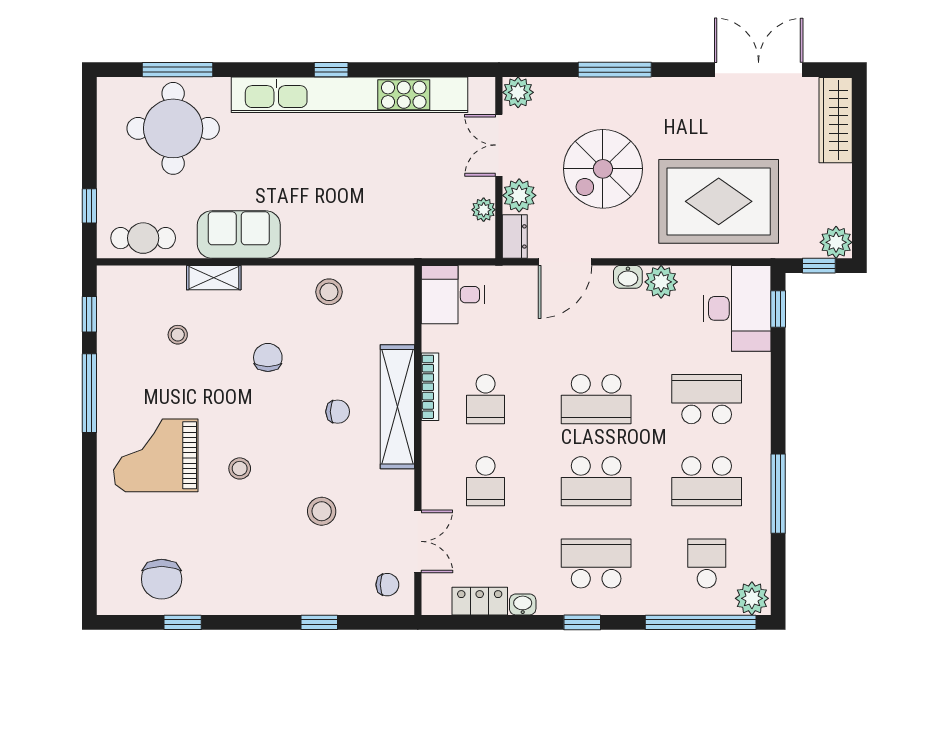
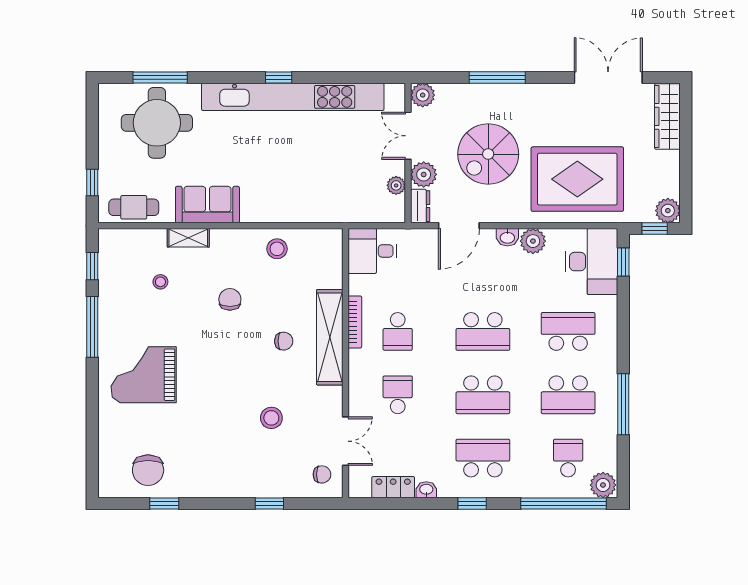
stool: (240, 468) -> (208, 385), removed
school desk: (486, 481) -> (398, 395), turned 180

